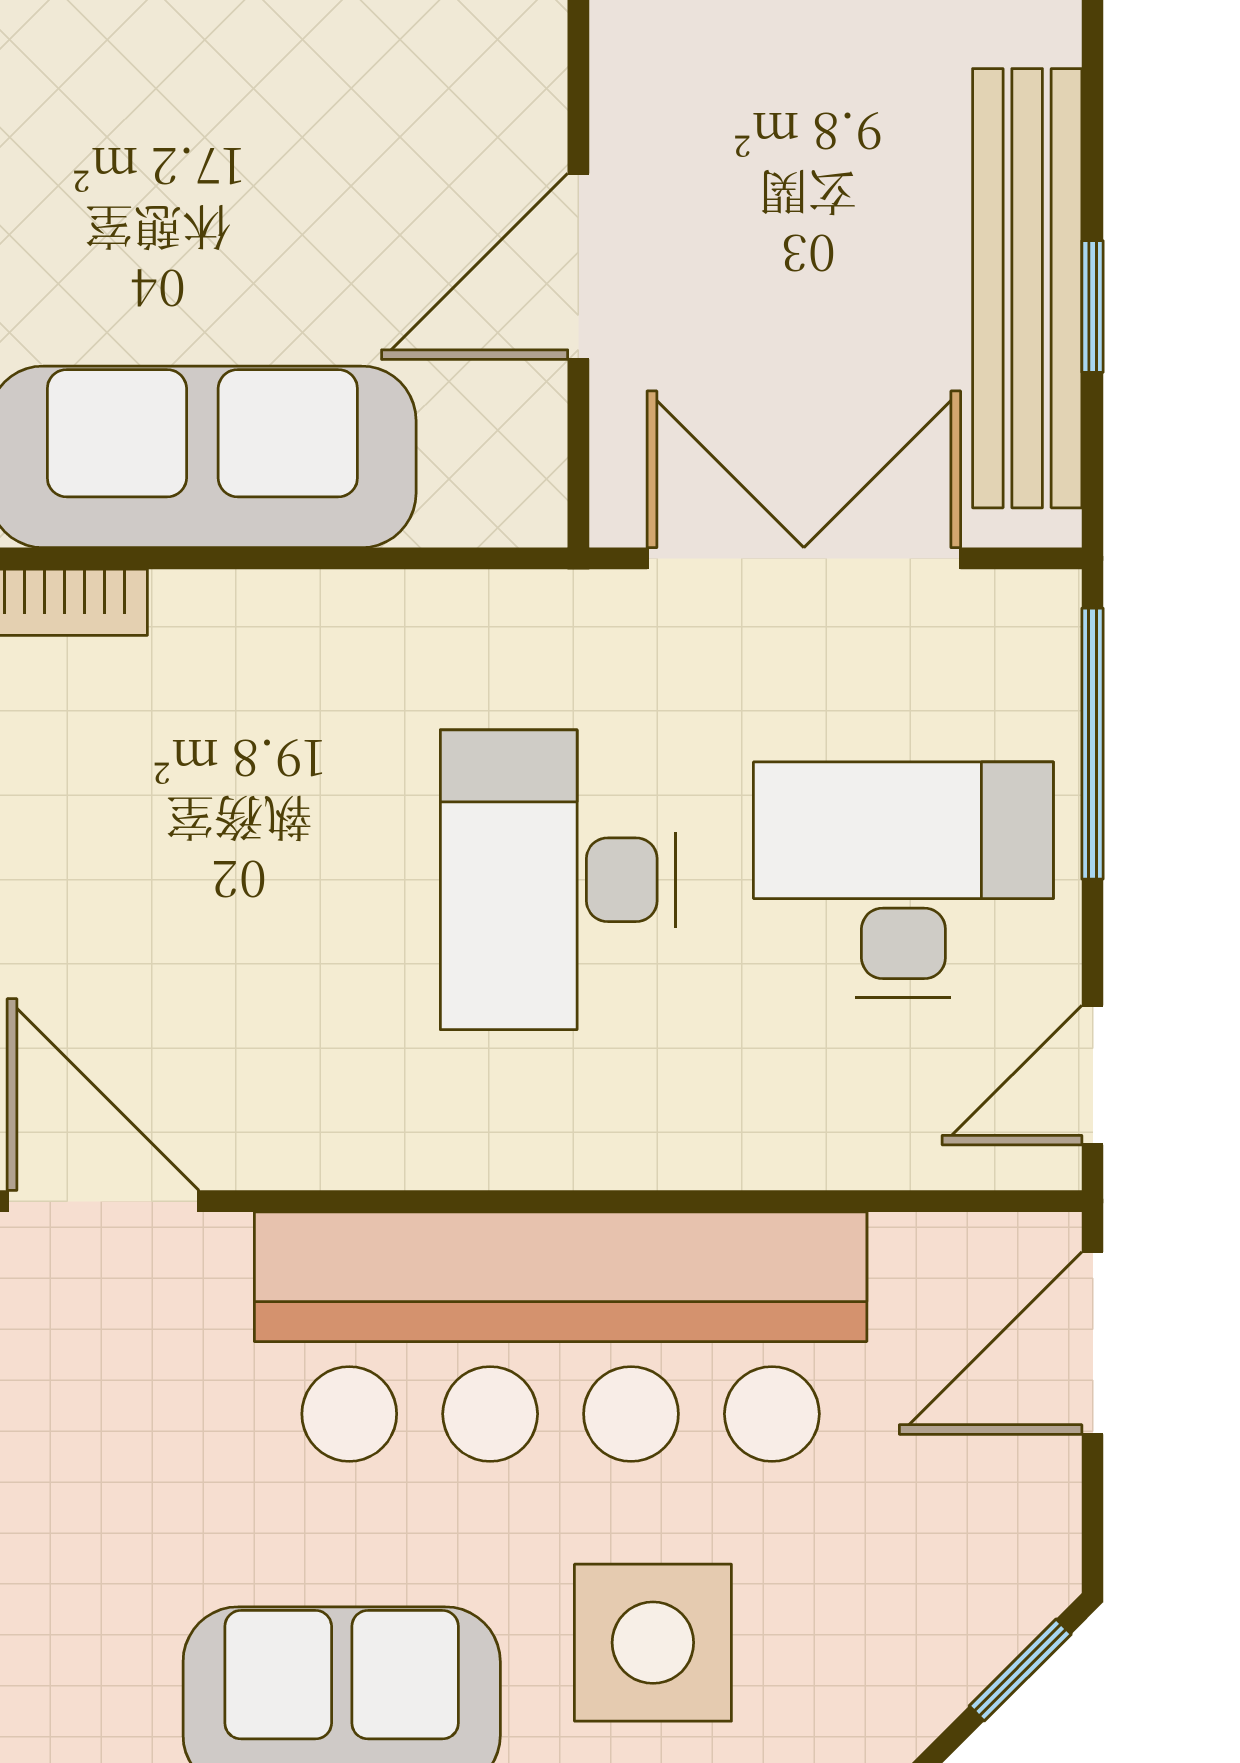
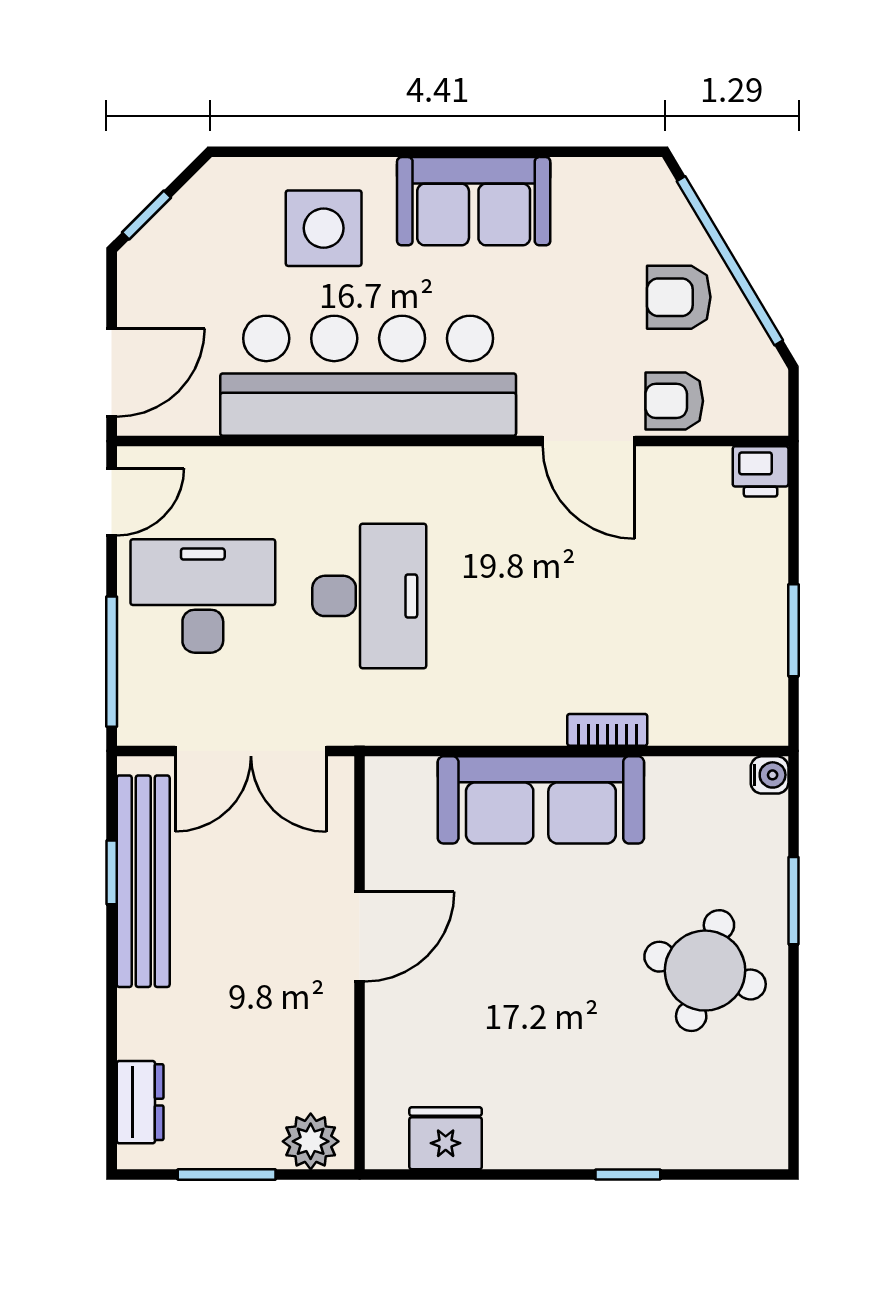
door: (578, 266) -> (360, 937), moved
desk: (903, 880) -> (203, 596), turned 180

